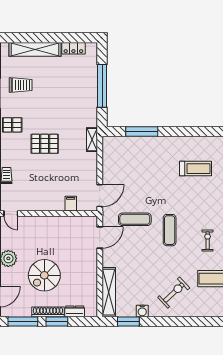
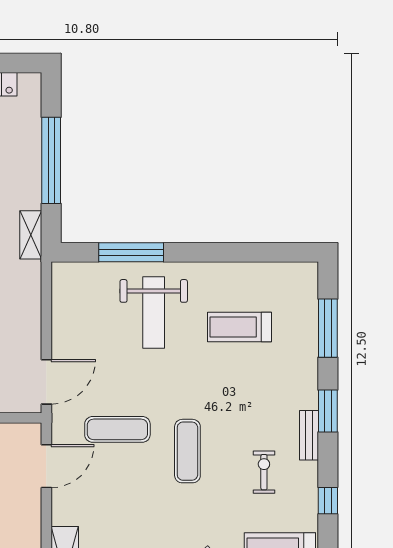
shelving: (92, 140) -> (31, 235), moved
weight bench: (153, 161) -> (154, 313), added
treadmill: (195, 169) -> (240, 327), turned 180

